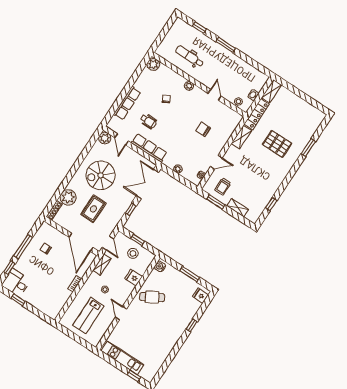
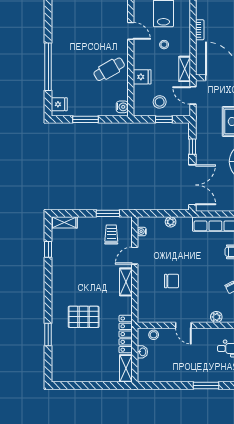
shelving: (241, 137) -> (126, 282), moved
shelving: (238, 208) -> (64, 222), moved
window: (192, 325) -> (48, 67), width x3.17

